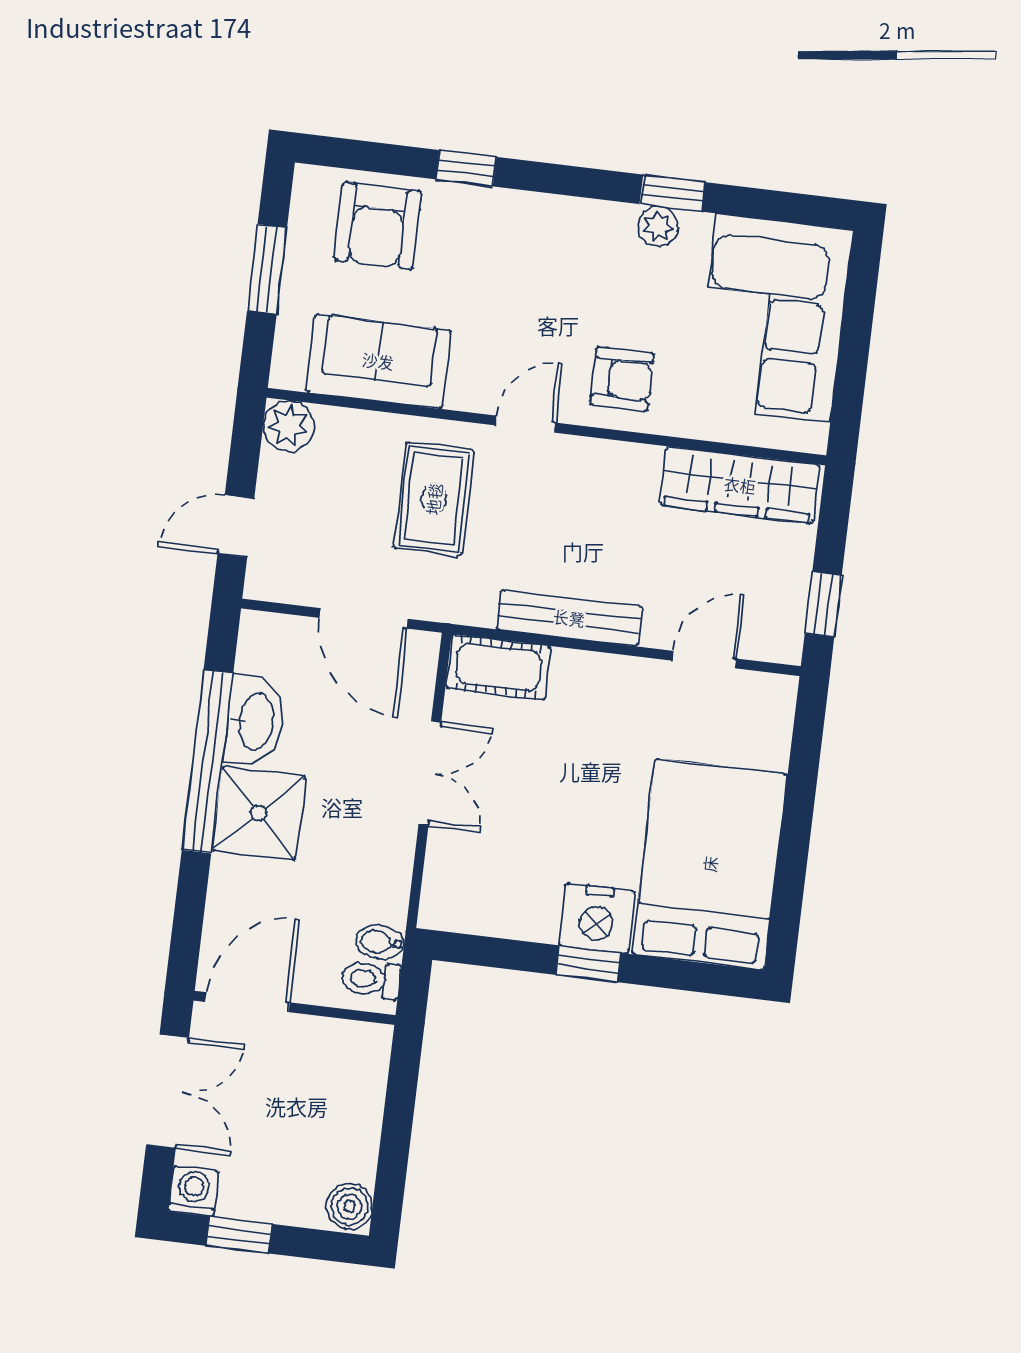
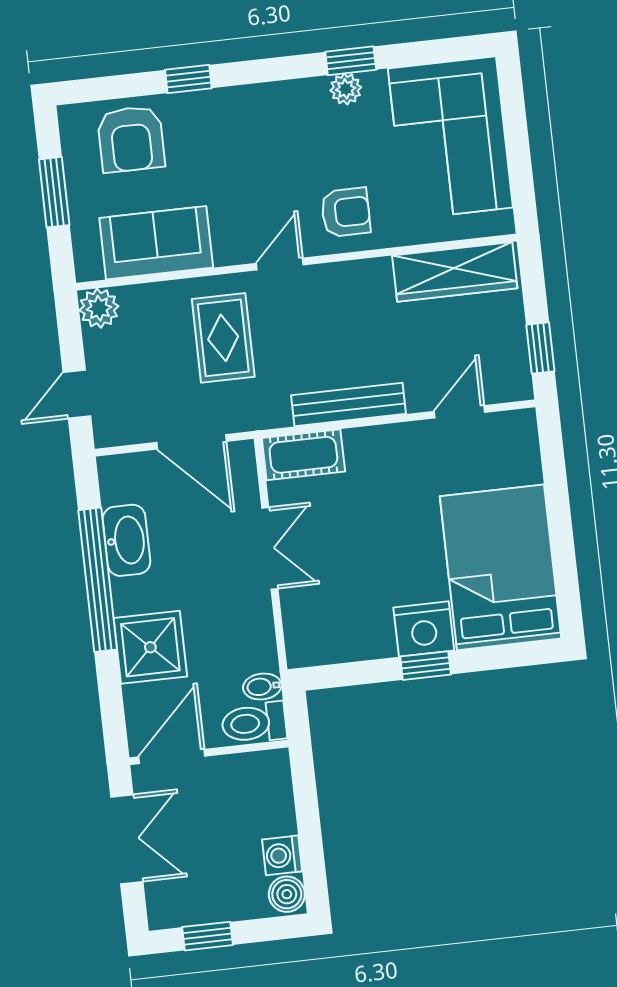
shower: (259, 813) -> (150, 647), moved
toilet: (371, 979) -> (254, 723), width x1.37, depth x1.39
washing machine: (194, 1191) -> (282, 855), moved, turned -90

